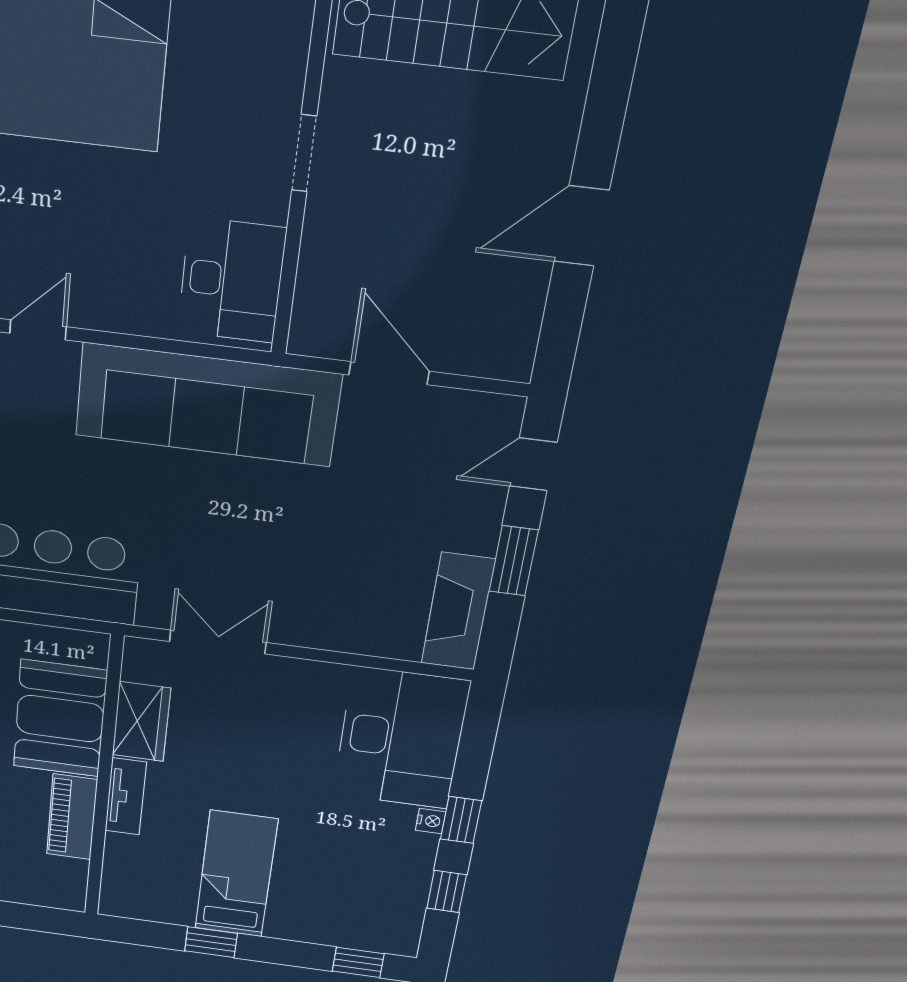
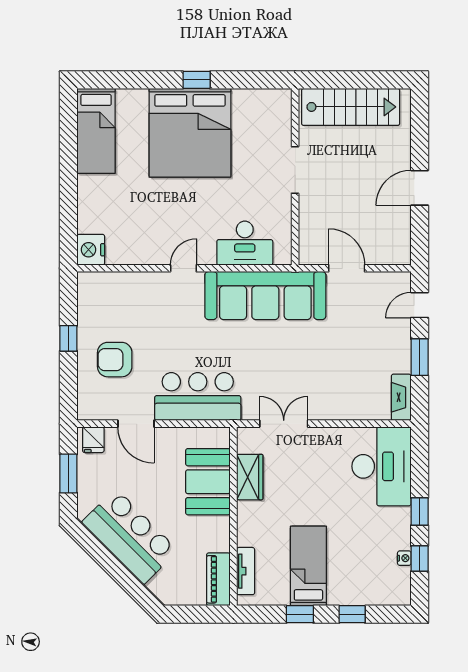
doorway: (304, 153) -> (295, 170), width x1.38
desk: (231, 280) -> (245, 243), moved, turned 90
fireplace: (458, 612) -> (401, 397), width x0.73, depth x0.76
tv unit: (126, 797) -> (246, 571), moved
piano: (72, 817) -> (218, 579), moved
nightstand: (431, 821) -> (404, 558), moved
window: (358, 962) -> (352, 614), moved

